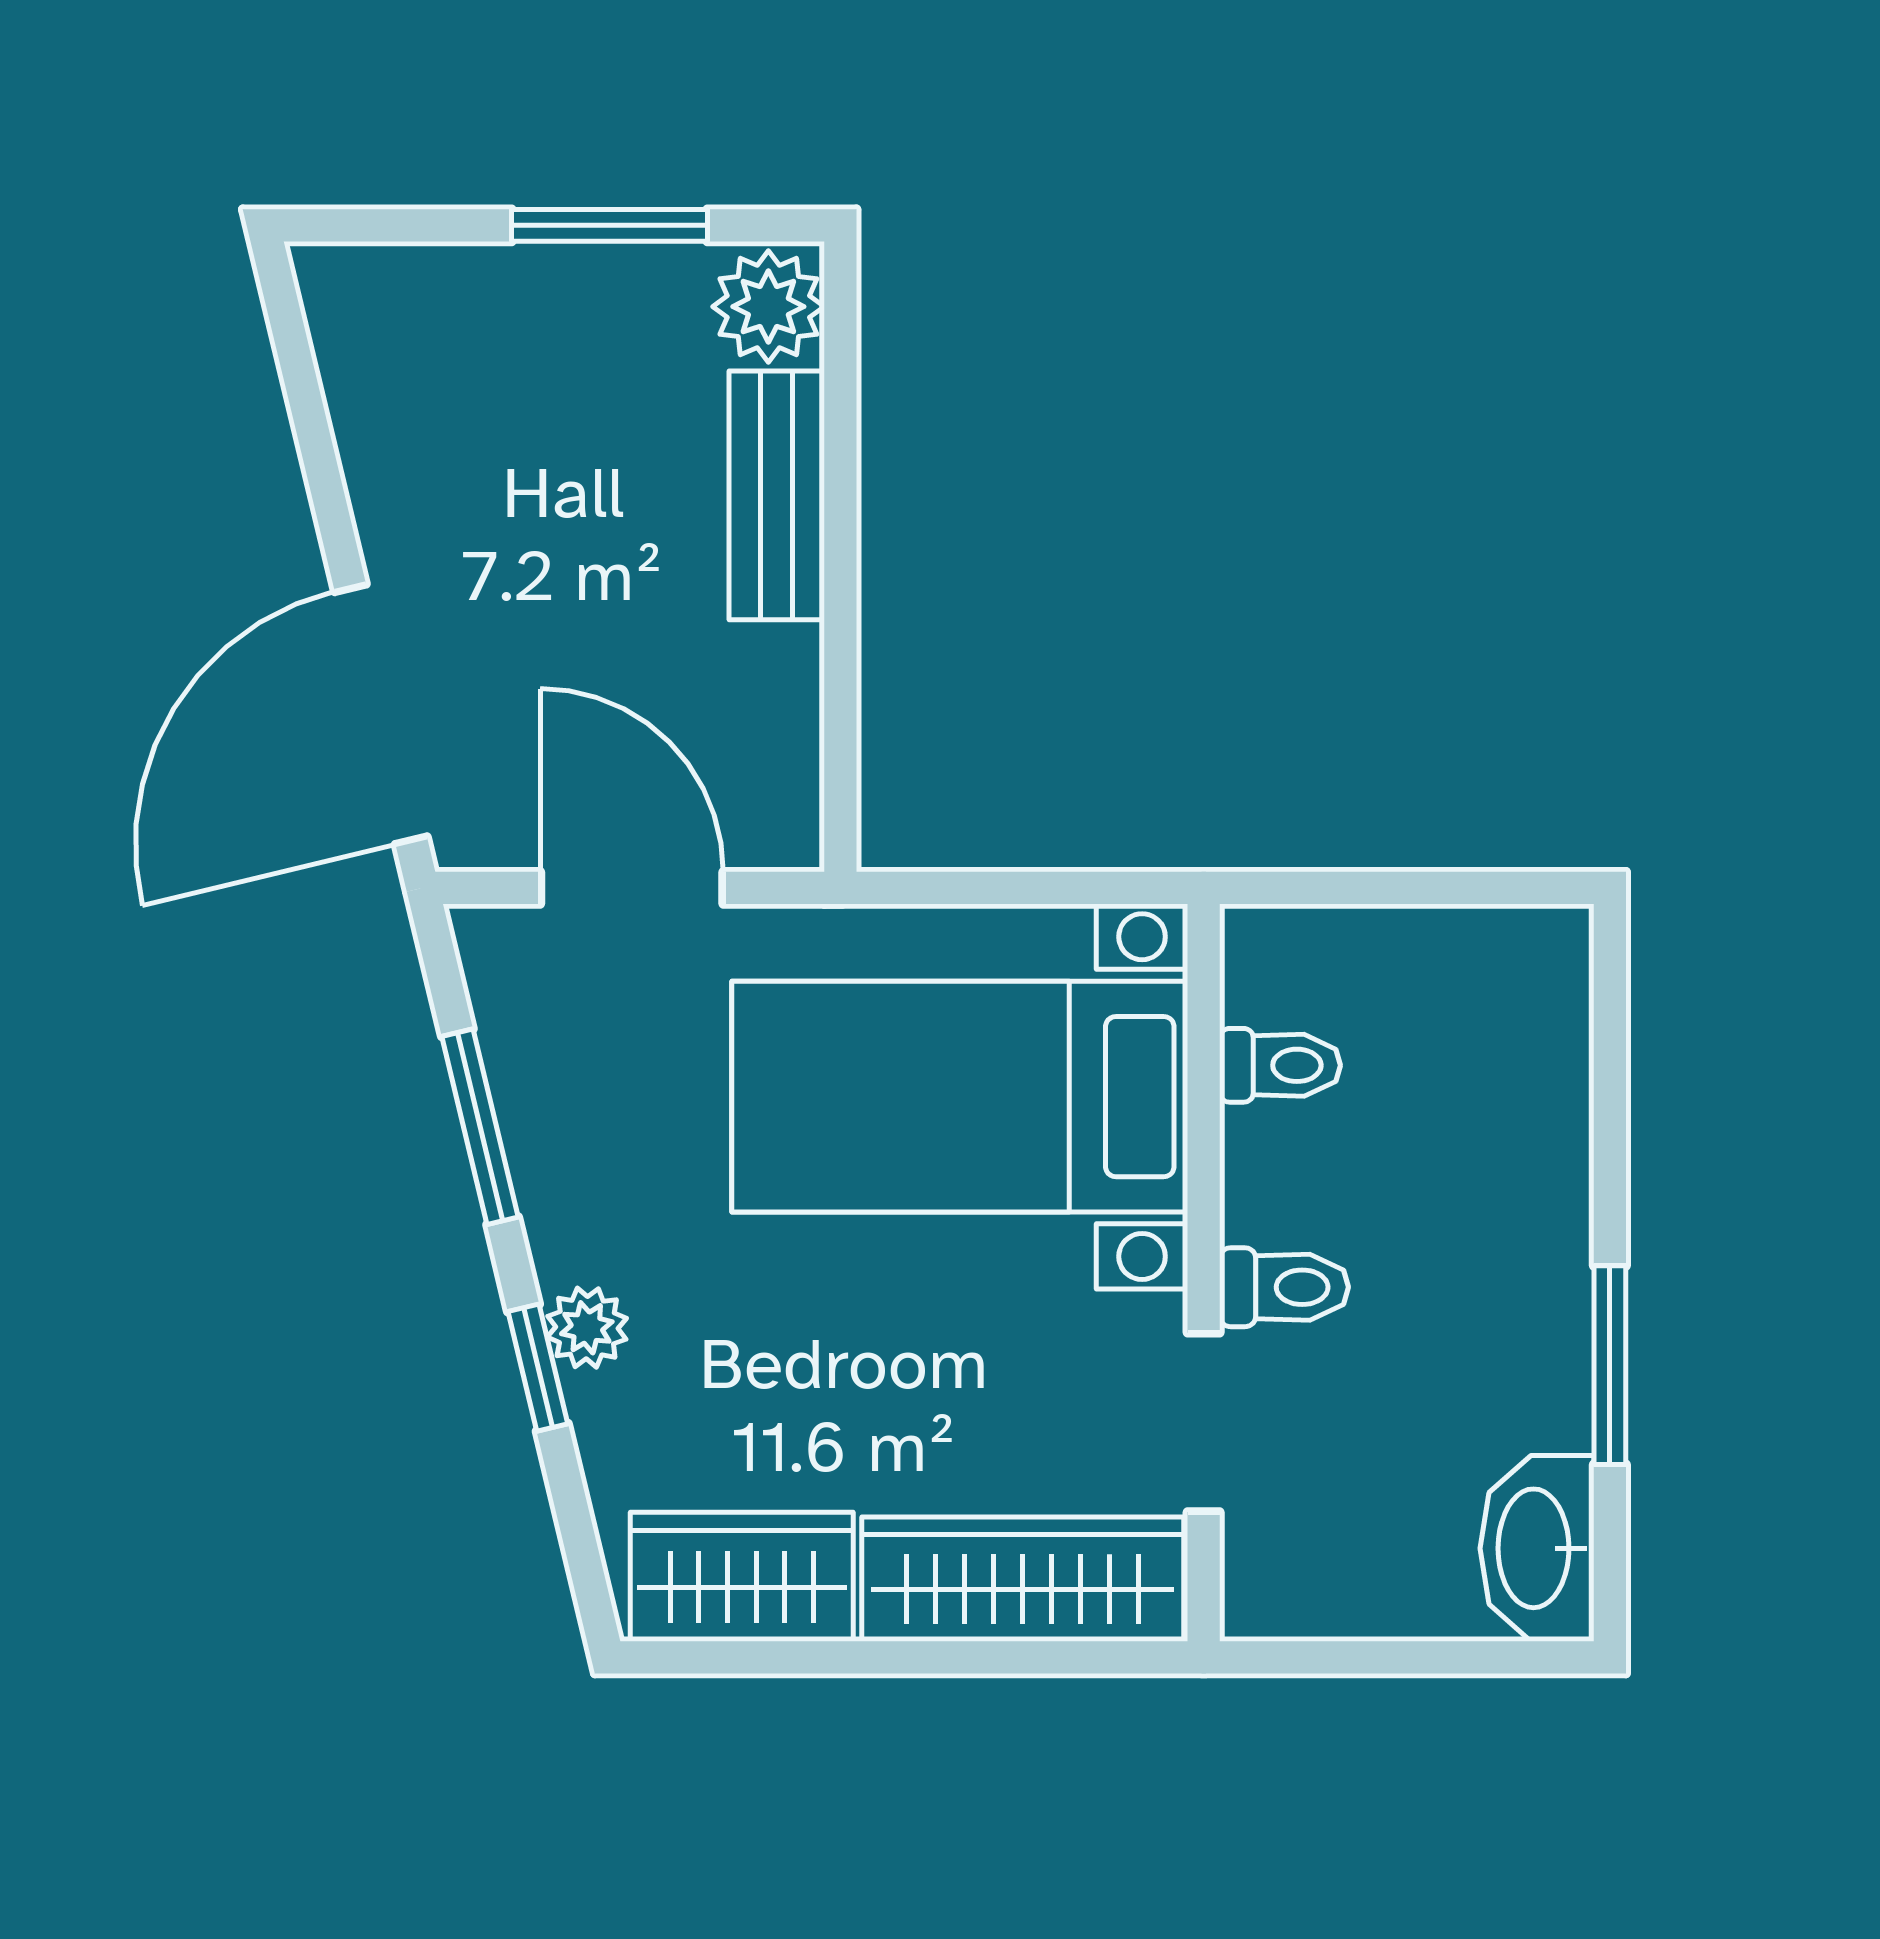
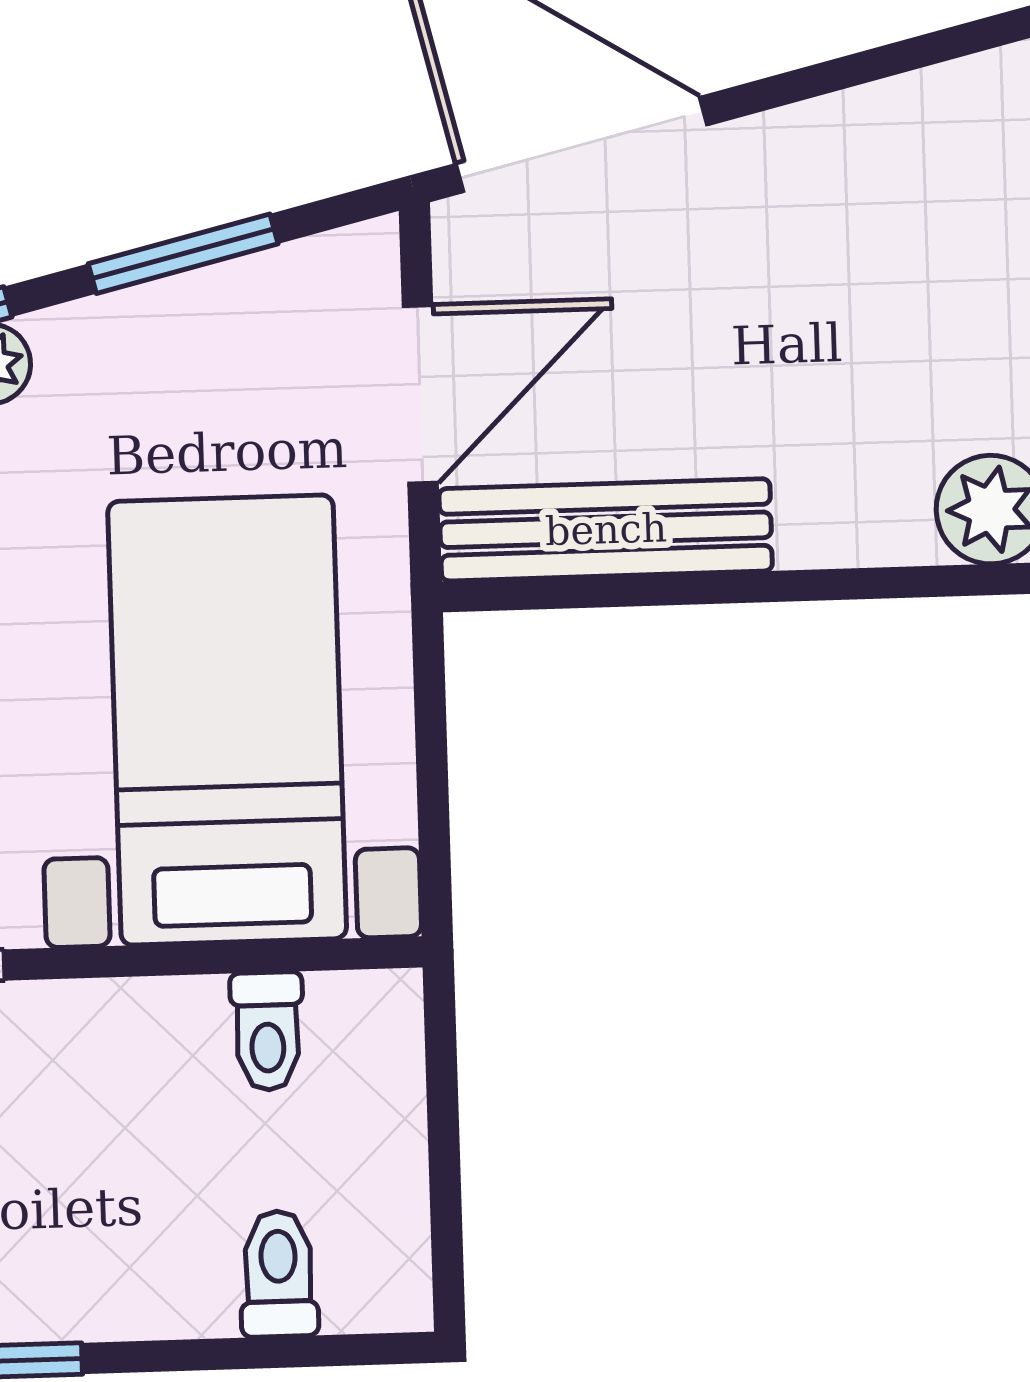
bench: (777, 495) -> (606, 530), moved, width x1.36
toilet: (1284, 1287) -> (279, 1274), moved, turned 180

